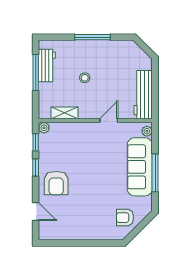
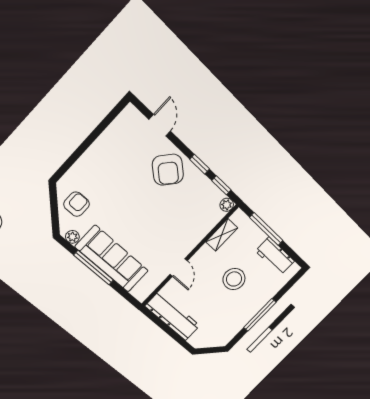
window: (36, 73) -> (266, 229), moved
stool: (85, 78) -> (234, 279), width x1.89, depth x1.89
plant: (147, 131) -> (72, 237), moved
armchair: (56, 183) -> (168, 170), turned -140
door: (36, 212) -> (160, 125), swing flipped

